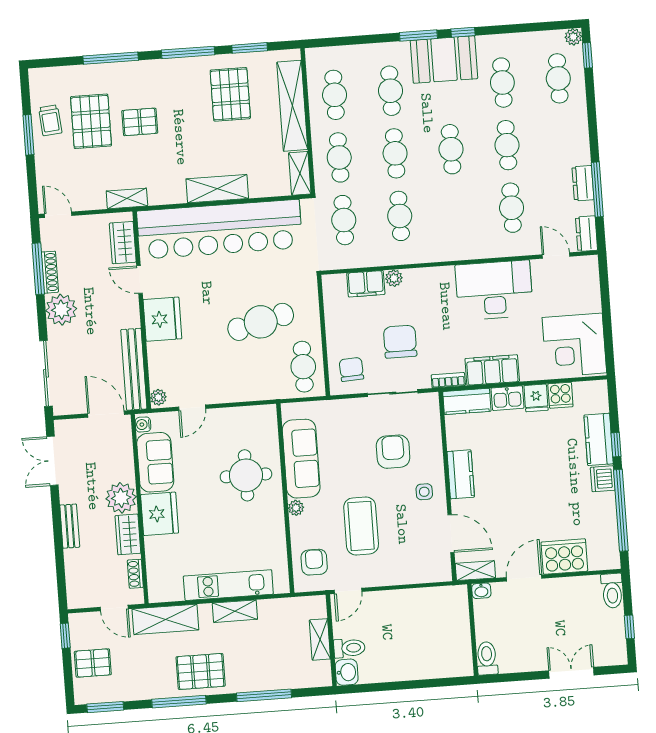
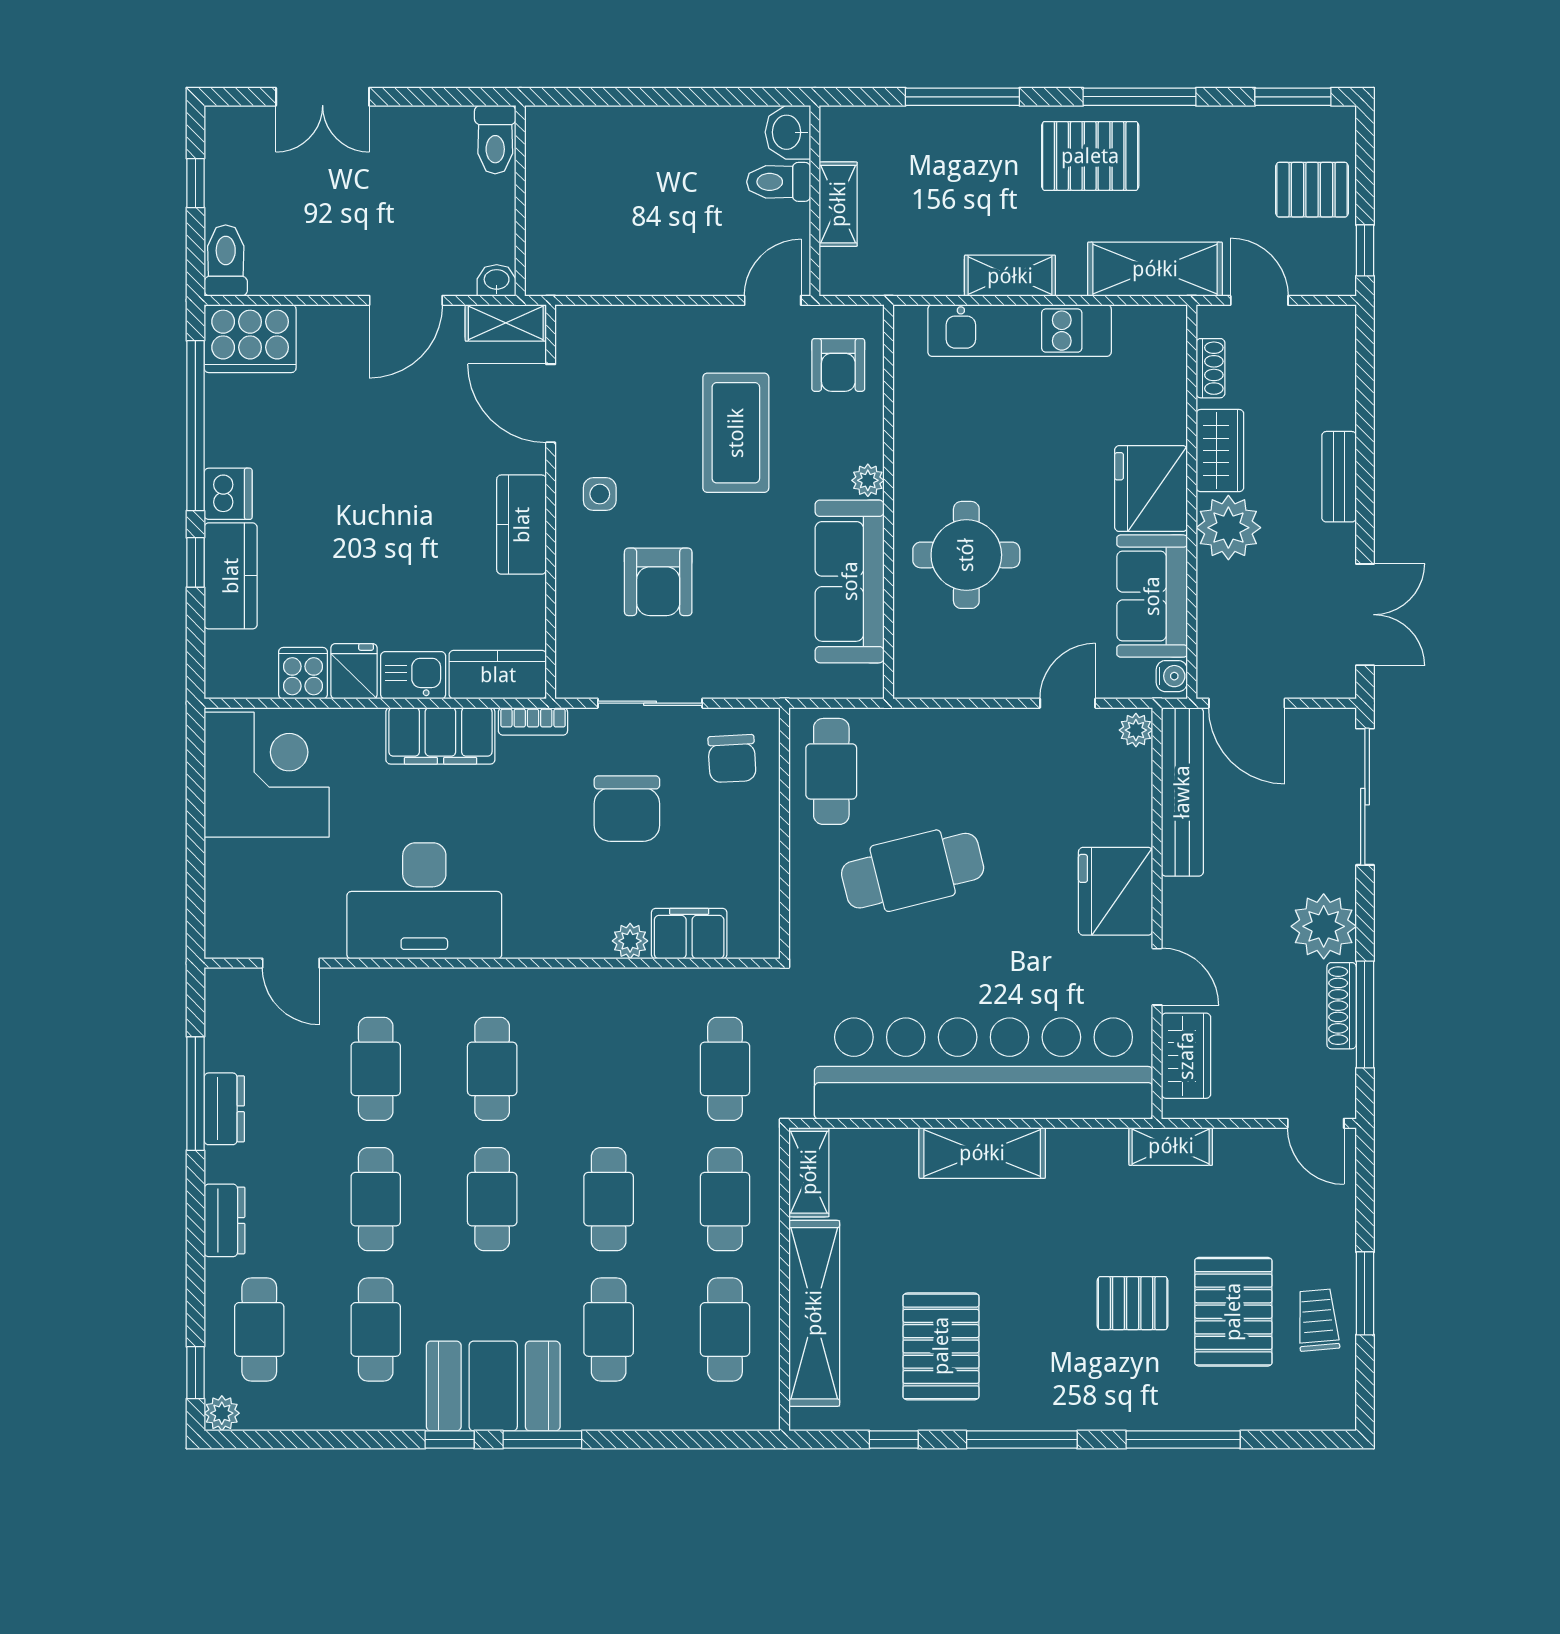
window: (250, 48) -> (894, 1440), width x0.67
cafe table: (400, 216) -> (492, 1069), moved
dresser: (586, 234) -> (224, 1220), moved
cooker: (564, 557) -> (250, 339), moved

